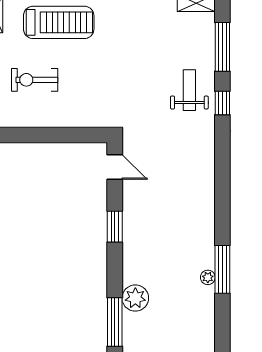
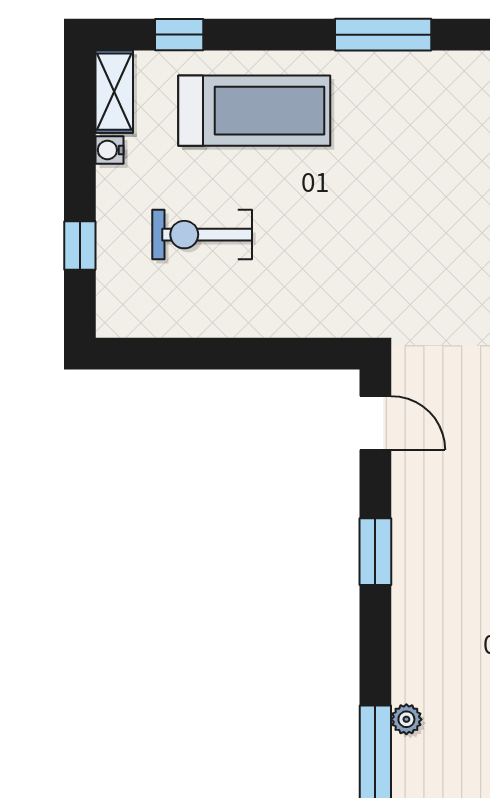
plant: (135, 298) -> (406, 719), width x0.53, depth x0.53

